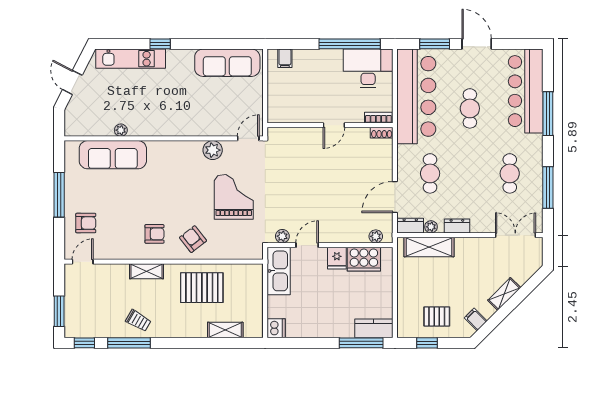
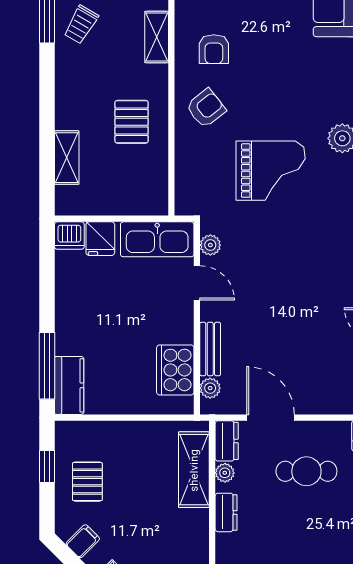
bench: (350, 236) -> (210, 349), added
fridge: (337, 258) -> (100, 239), moved, turned -90
pallet: (202, 288) -> (132, 122), width x0.67, depth x0.71

